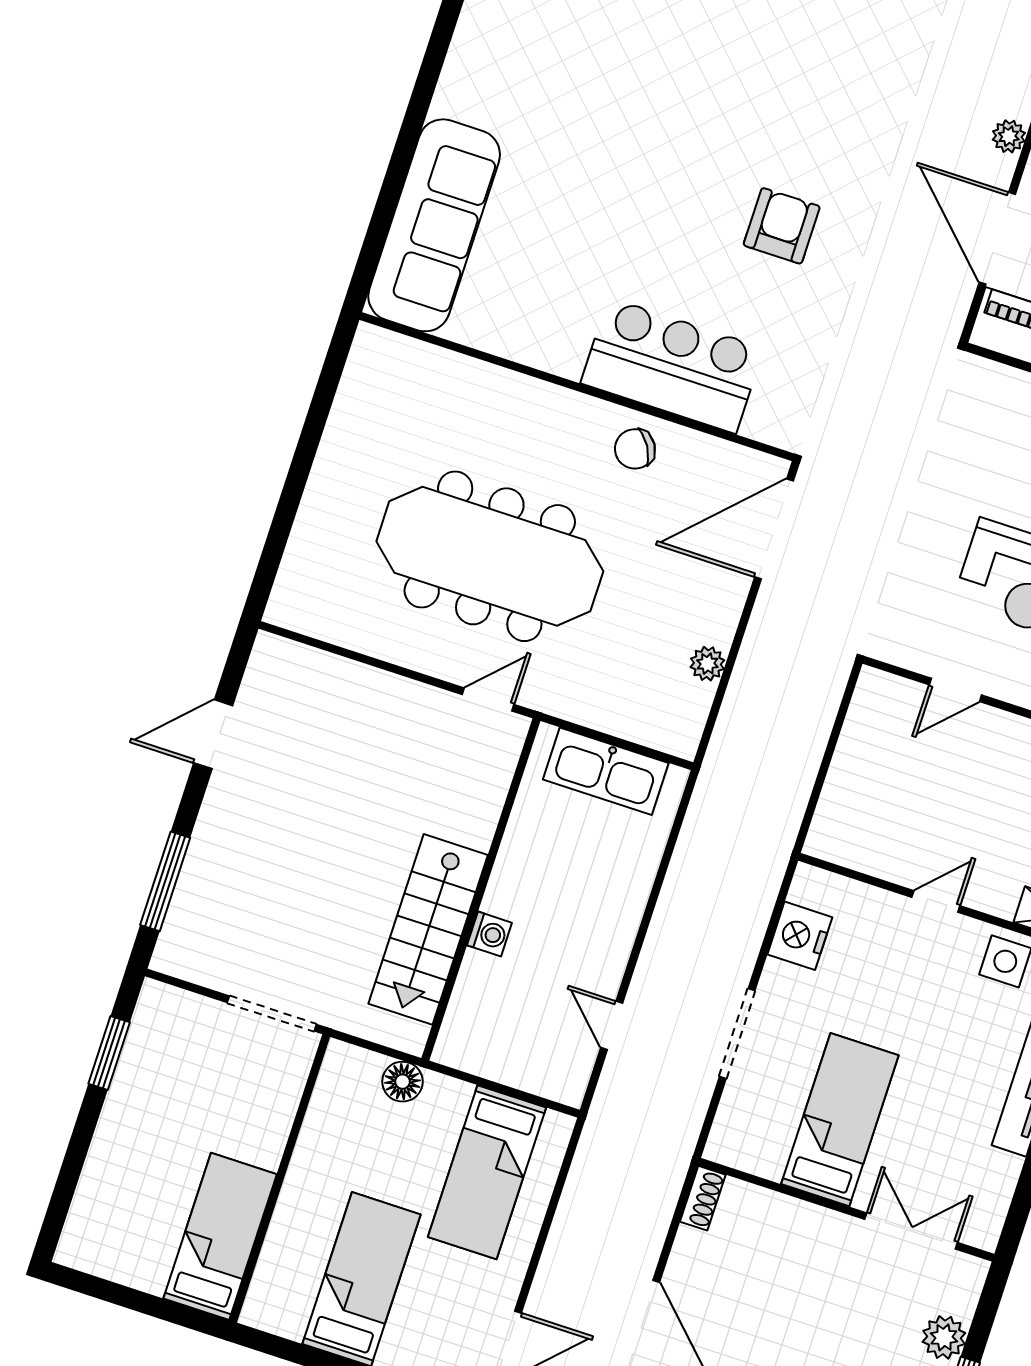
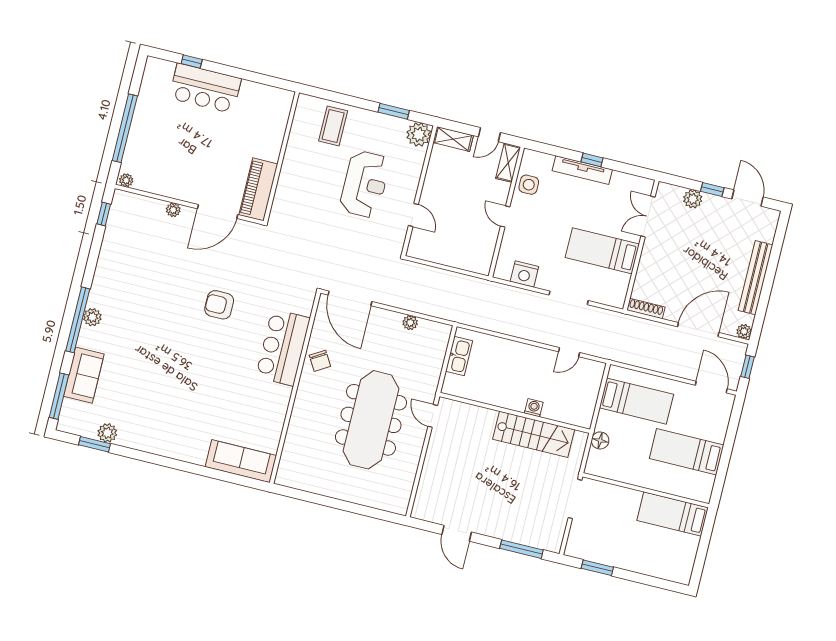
sofa: (434, 225) -> (241, 461), width x0.74, depth x0.79
kitchen sink: (606, 771) -> (459, 356), width x0.73, depth x0.81
shoe rack: (703, 1198) -> (646, 309), width x1.43

